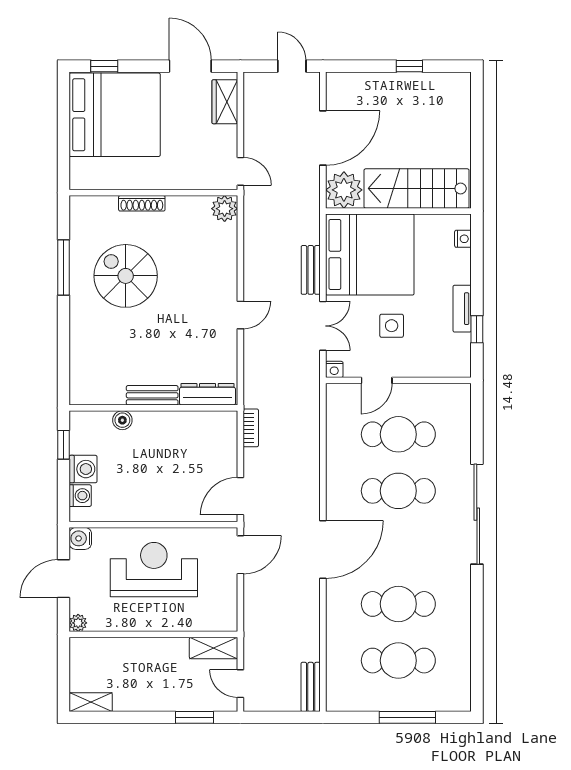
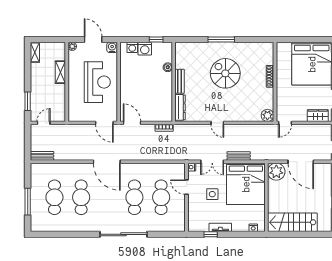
stairs: (417, 188) -> (292, 222), moved, turned -90
window: (64, 267) -> (221, 39), moved
spiral stairs: (126, 276) -> (225, 73), moved, turned -90
shelving: (214, 648) -> (60, 72), moved

